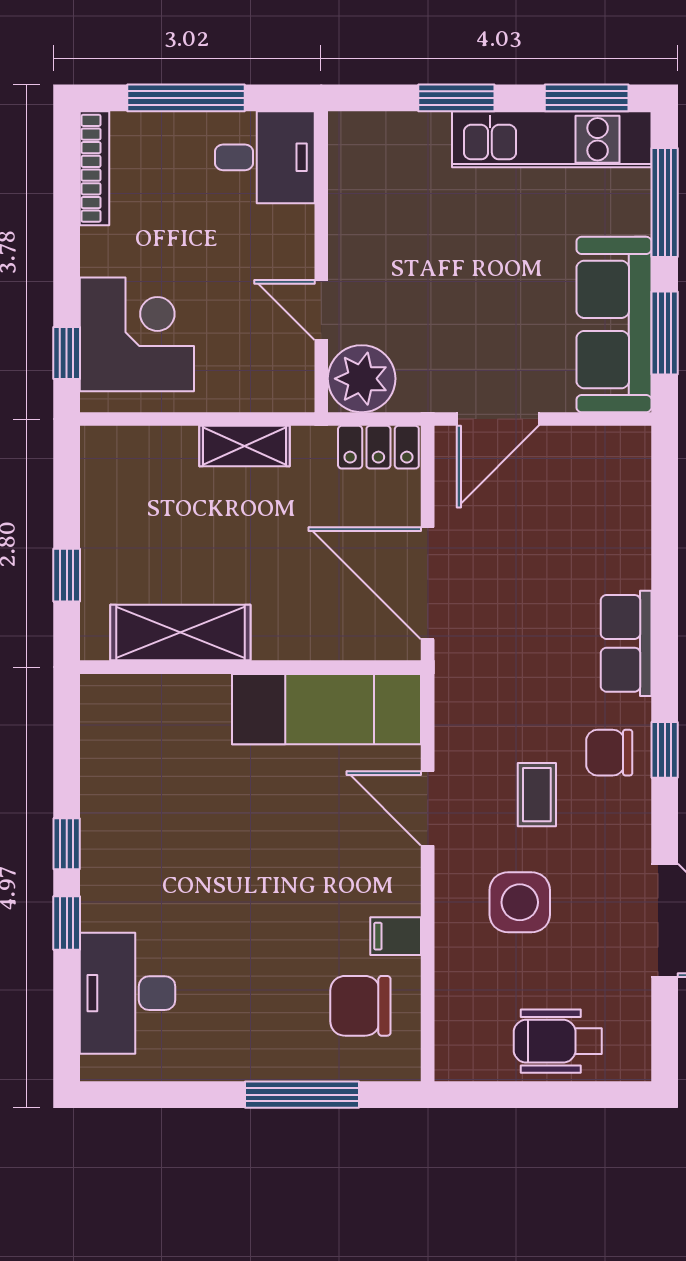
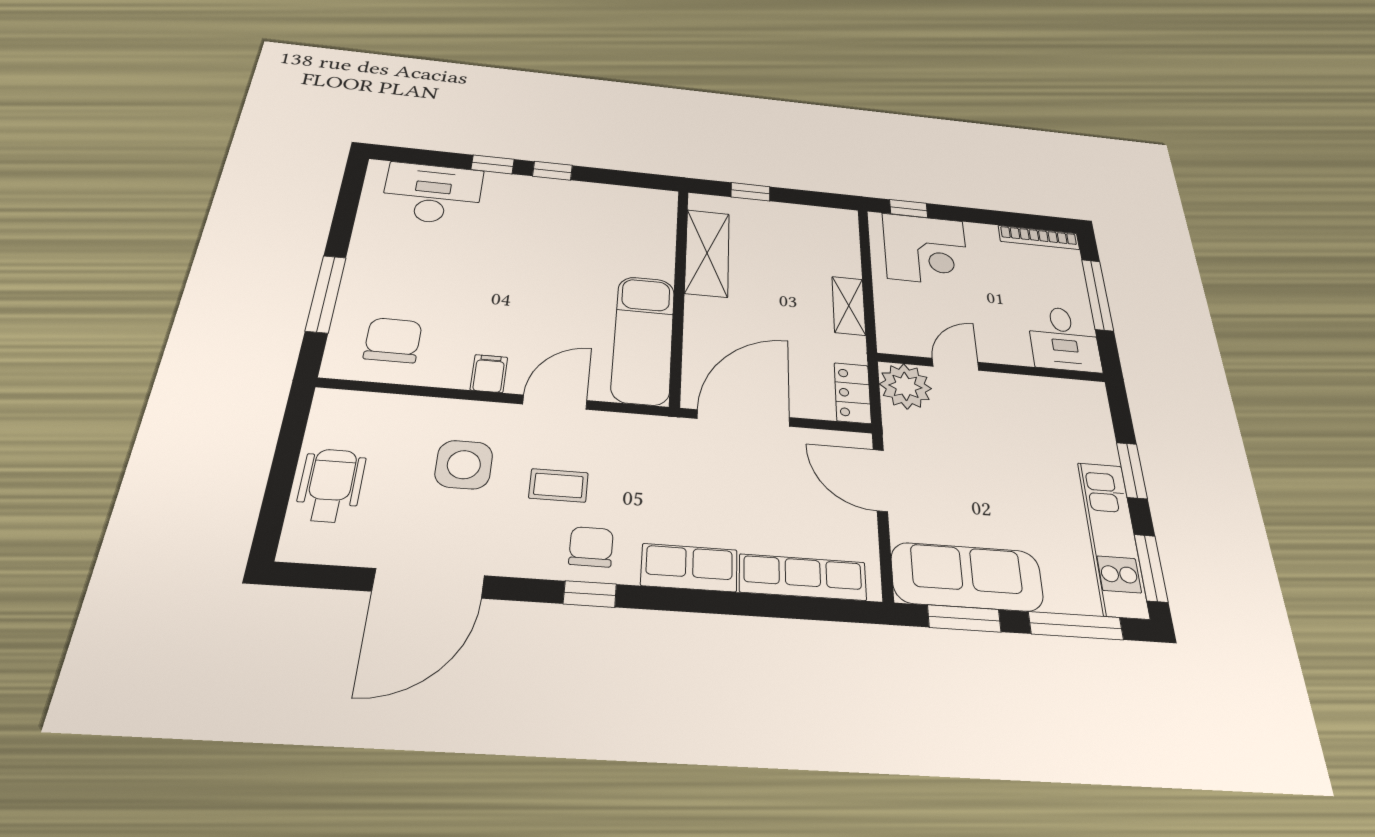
row of seats: (628, 516) -> (803, 577), added
filing cabinet: (396, 936) -> (489, 374), moved

